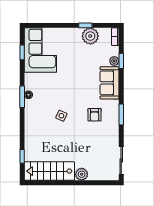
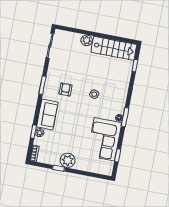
plant: (90, 36) -> (68, 160), moved
corner sofa: (40, 50) -> (104, 139), moved

